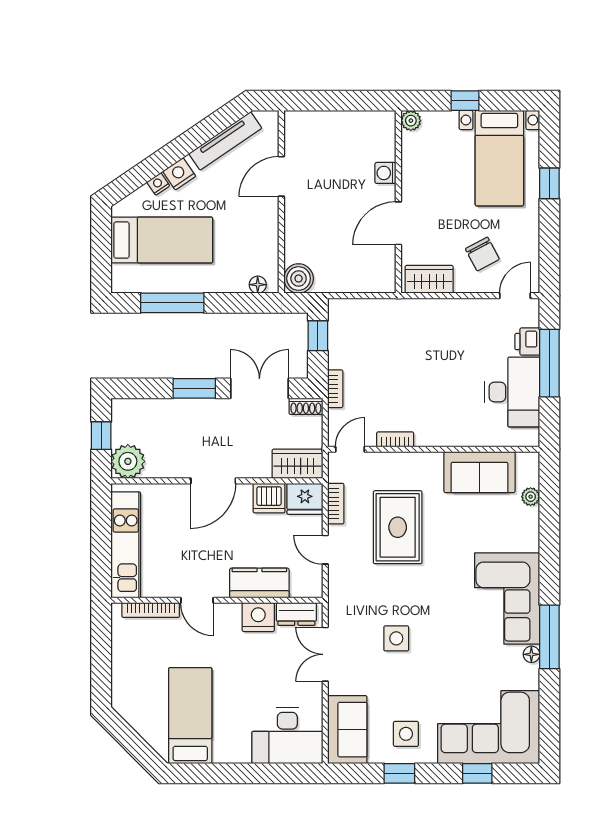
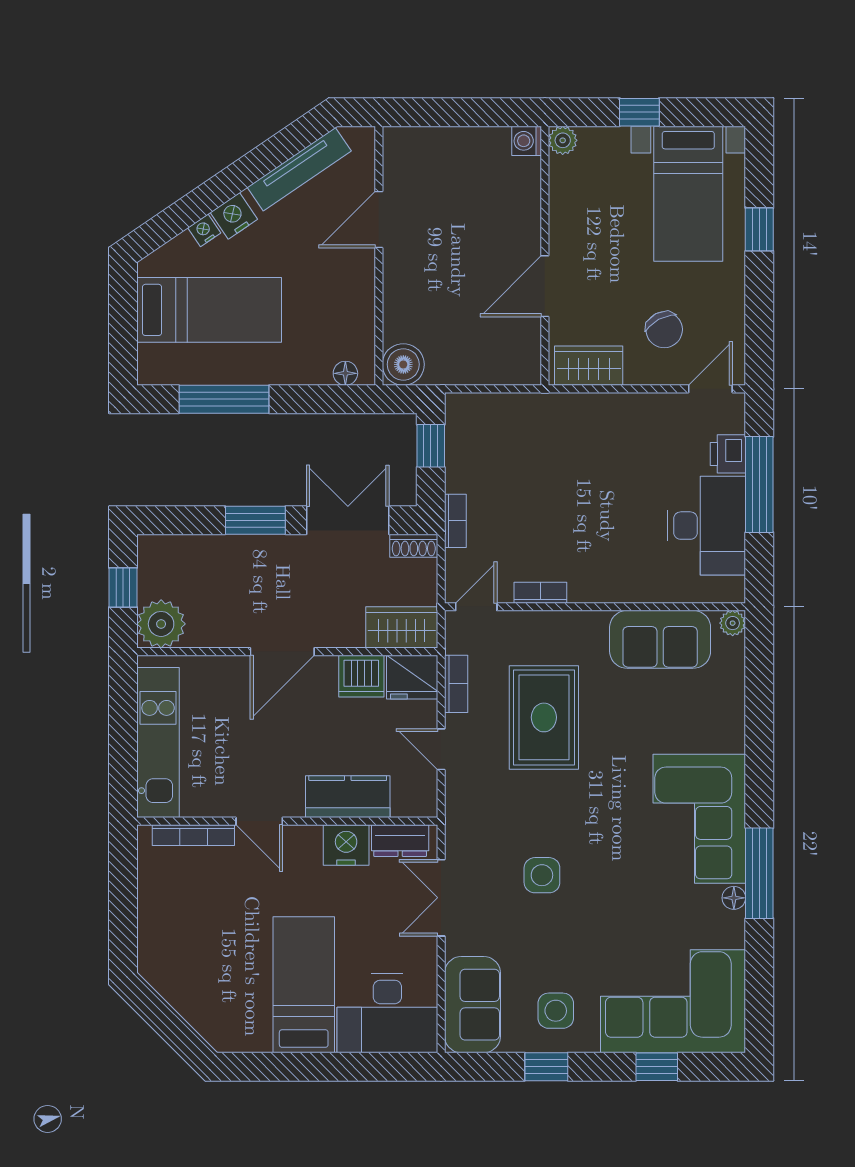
washing machine: (385, 173) -> (527, 141), moved
plant: (531, 497) -> (733, 623), moved
bed: (190, 716) -> (304, 985), moved

